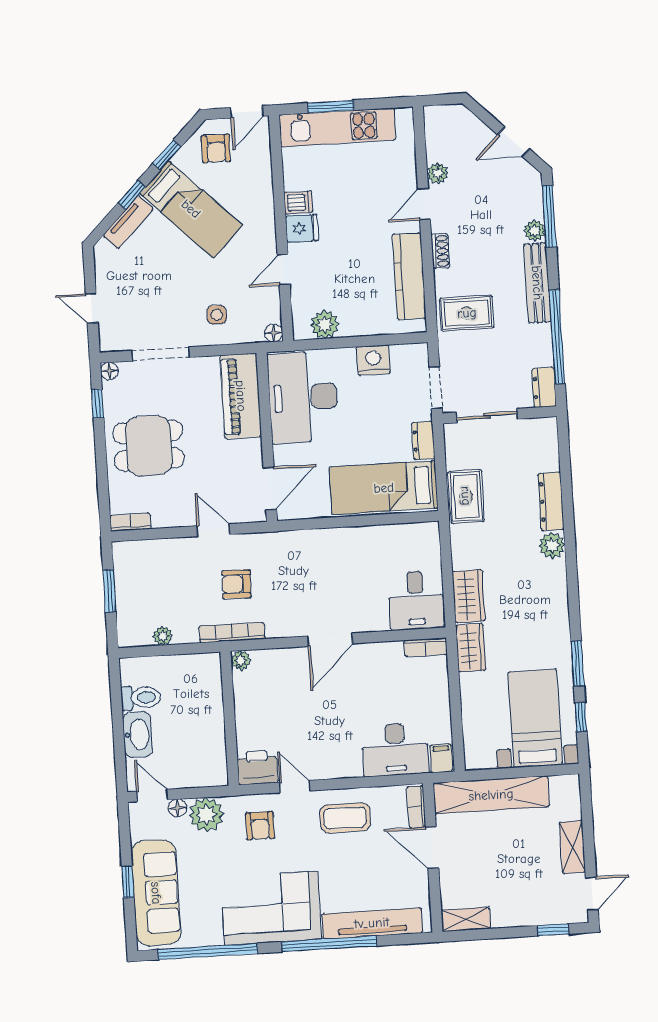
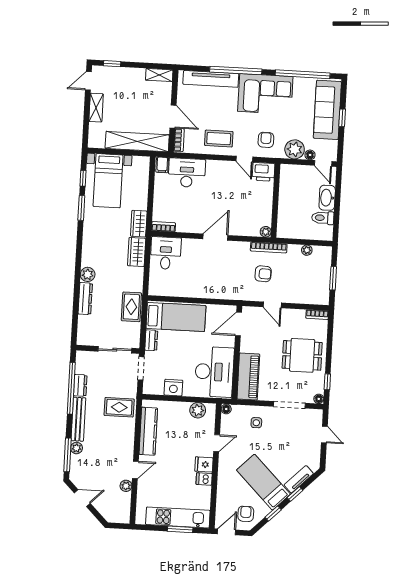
shoe rack: (440, 251) -> (129, 443), removed
dresser: (544, 387) -> (80, 385), moved

